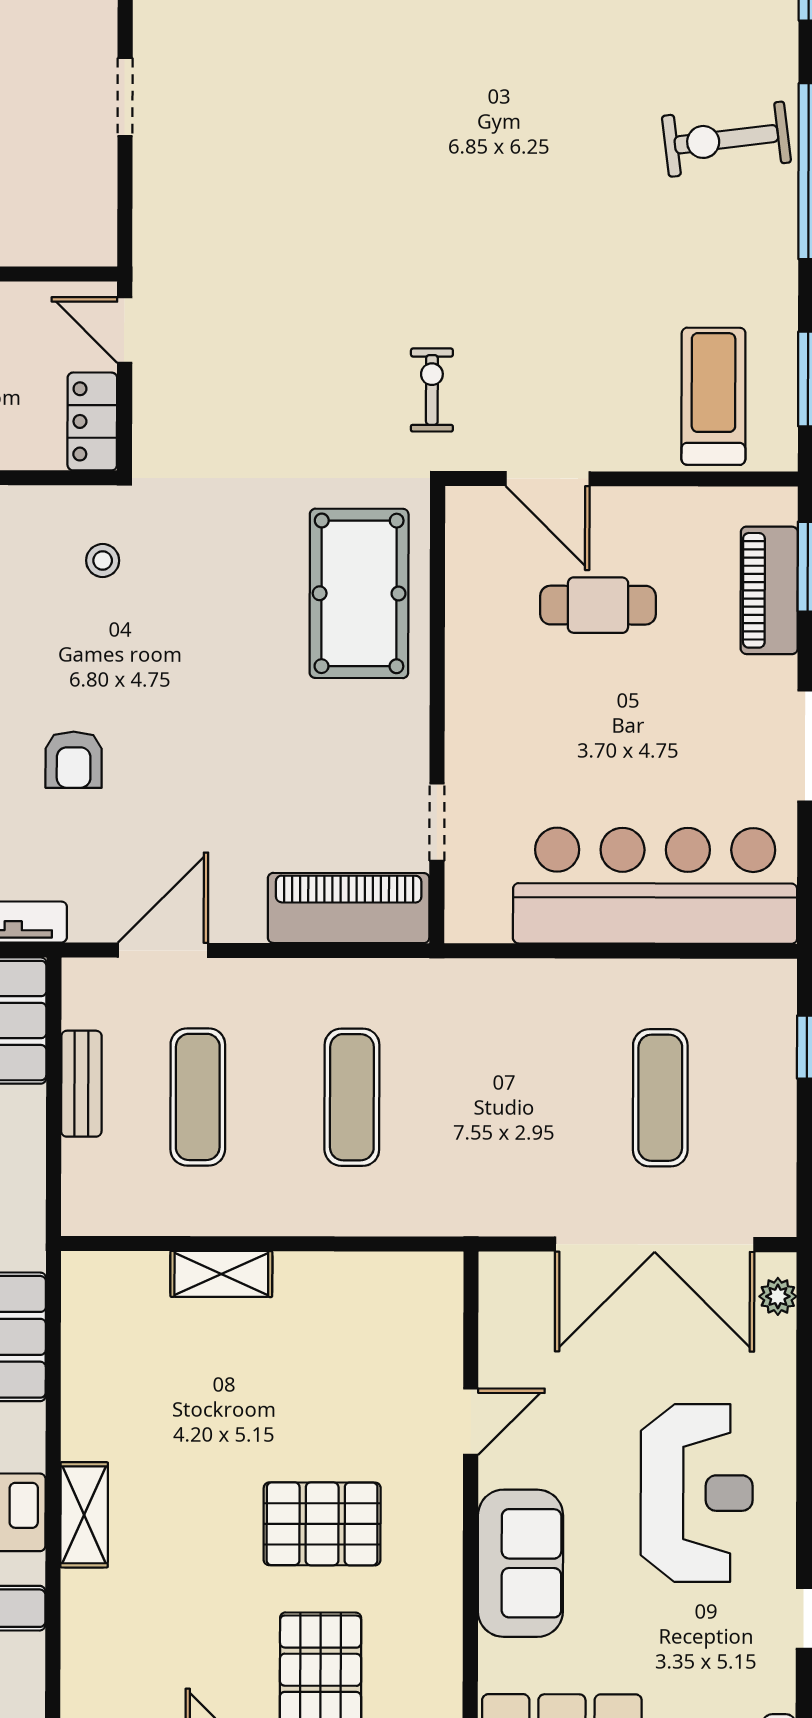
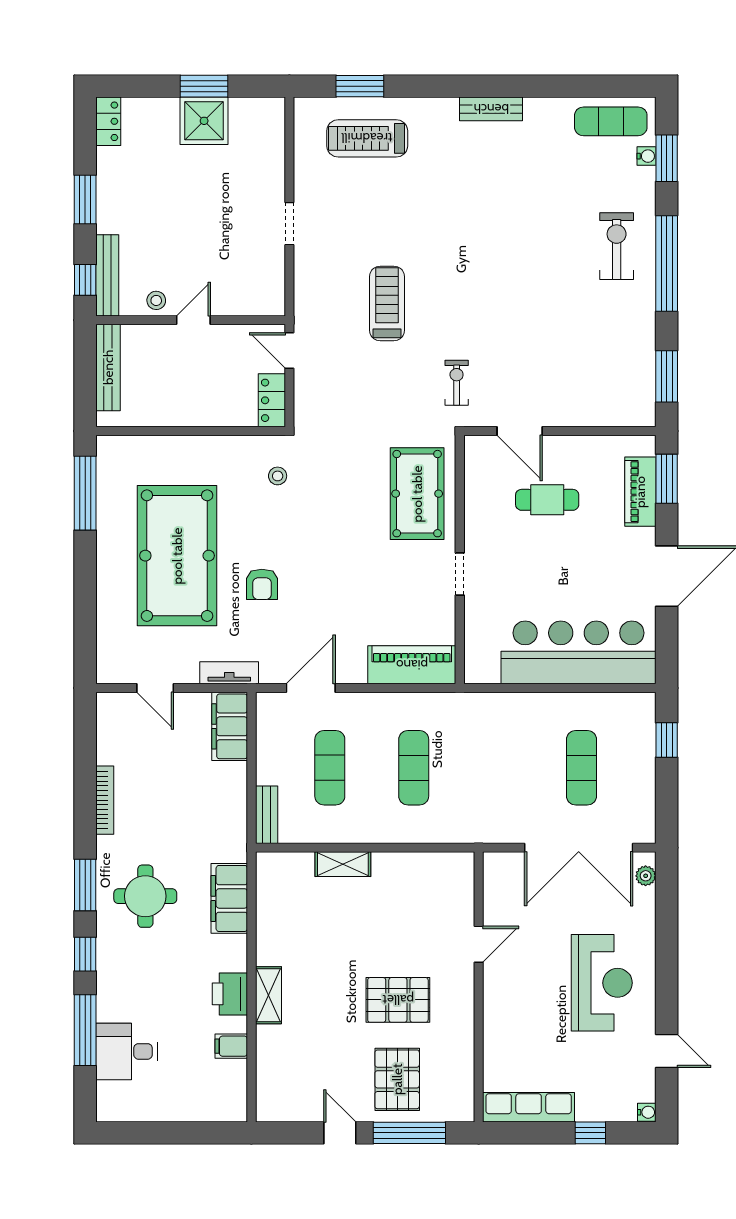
exercise bike: (726, 139) -> (617, 246), turned 97
treadmill: (713, 396) -> (387, 303), moved
doorway: (437, 822) -> (460, 574), moved
bench: (81, 1084) -> (267, 815), moved
sofa: (520, 1563) -> (506, 1021), removed

